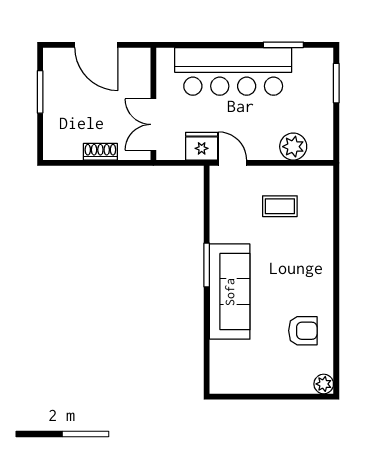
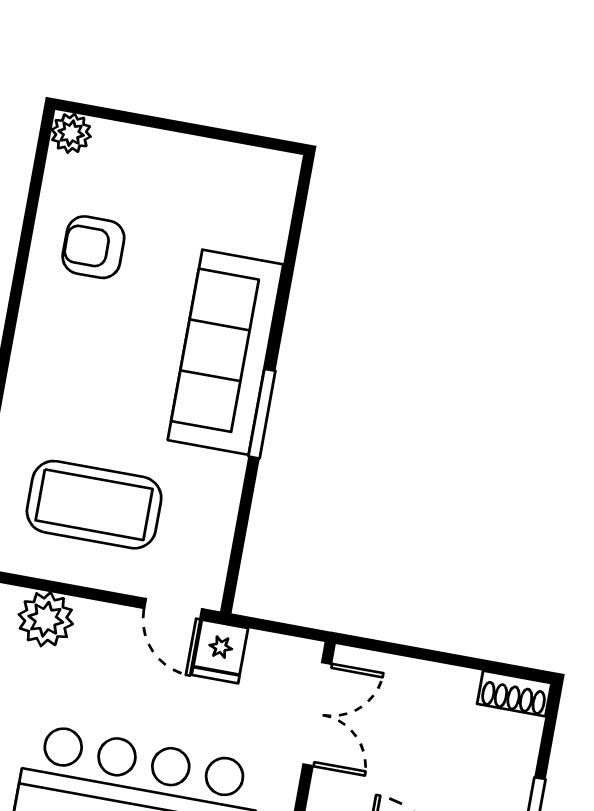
fridge: (202, 146) -> (220, 652), width x0.72
shoe rack: (100, 152) -> (514, 694), moved
coffee table: (280, 206) -> (94, 505), width x1.86, depth x1.72

